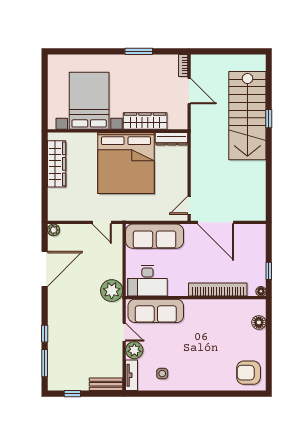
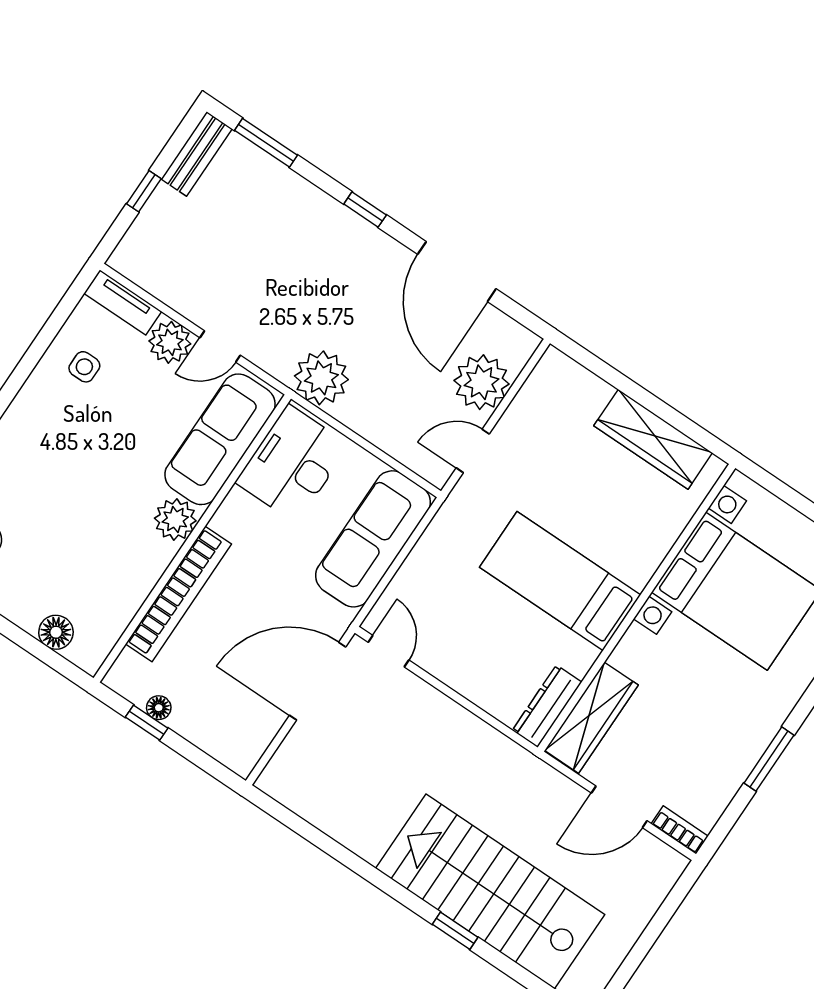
wardrobe: (145, 121) -> (591, 718), moved
bed: (126, 163) -> (560, 581), width x0.49
plant: (54, 230) -> (481, 382), moved, width x1.87, depth x1.87
floor lamp: (261, 291) -> (159, 708), moved
plant: (193, 308) -> (175, 519), added
window: (45, 334) -> (365, 210), moved
bench: (106, 384) -> (197, 154), moved
window: (72, 394) -> (144, 191), moved

